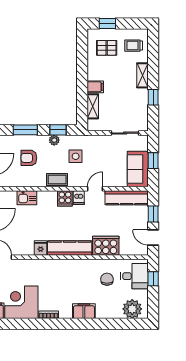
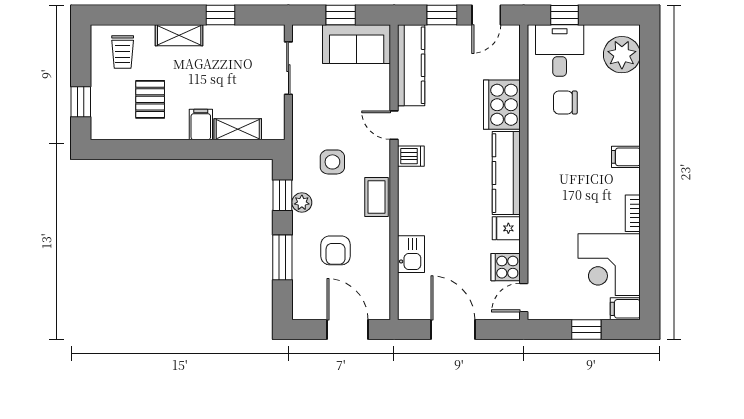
pallet: (107, 48) -> (150, 99), moved
cooker: (65, 198) -> (506, 267), moved, turned 180
filing cabinet: (84, 311) -> (626, 157), width x0.50

